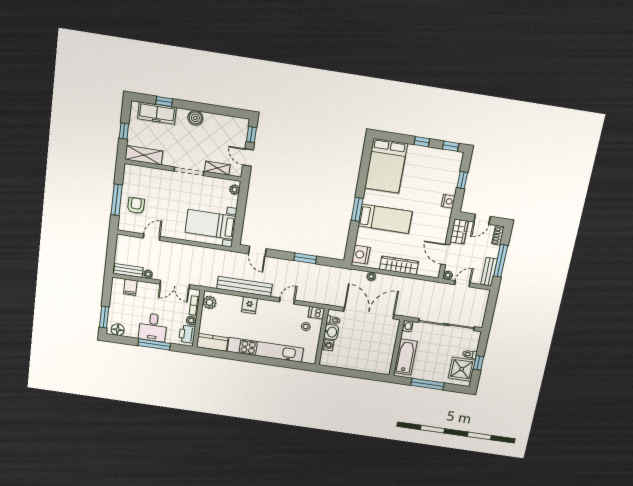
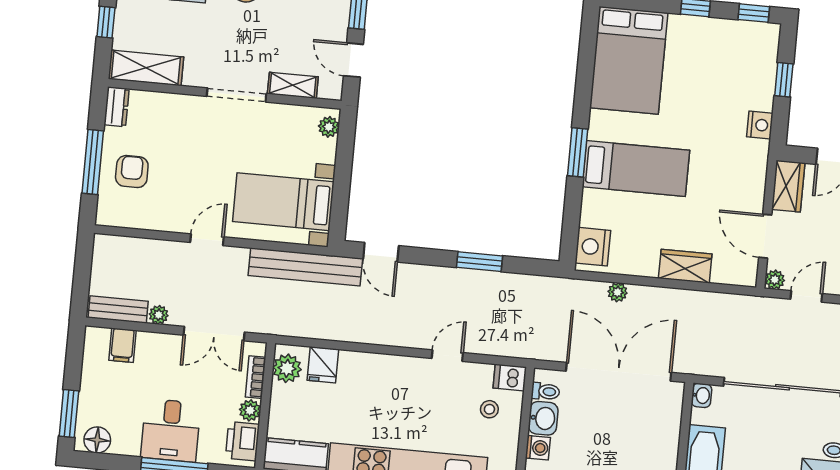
dresser: (129, 174) -> (117, 107), added
door: (152, 237) -> (207, 240), moved
wardrobe: (399, 265) -> (685, 266), width x0.67
bench: (245, 286) -> (305, 267), moved
fridge: (249, 305) -> (323, 365), moved

